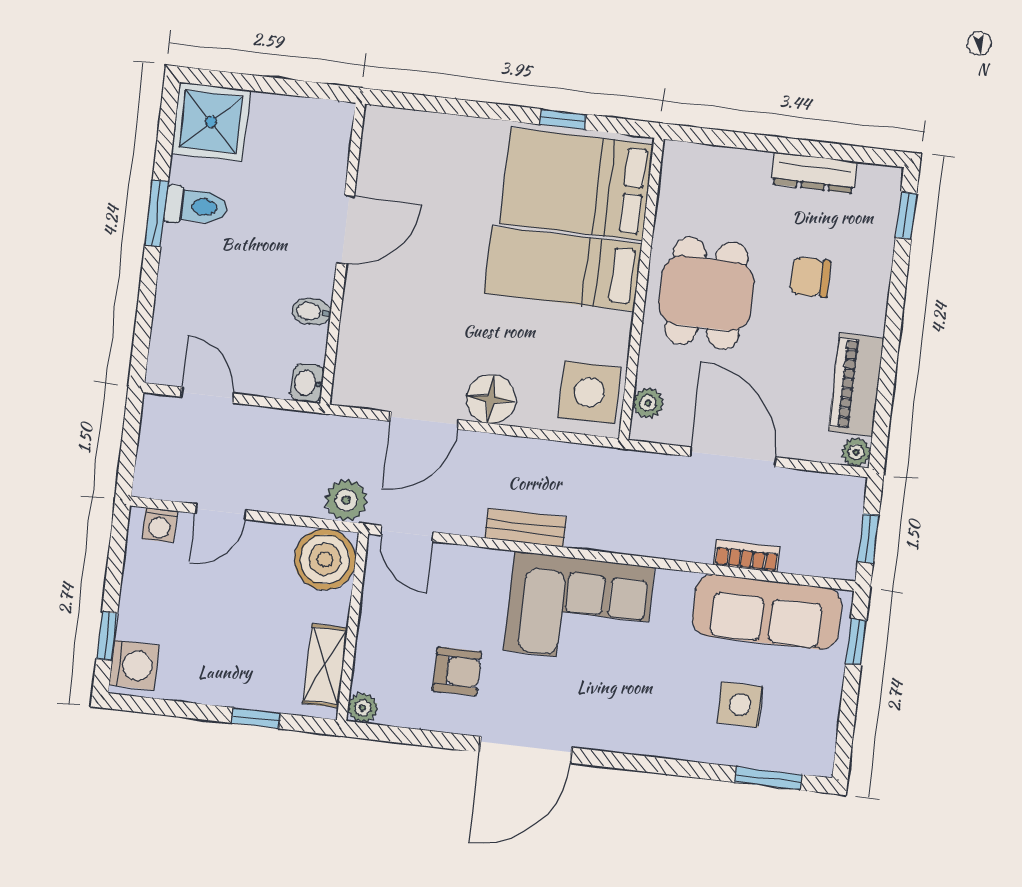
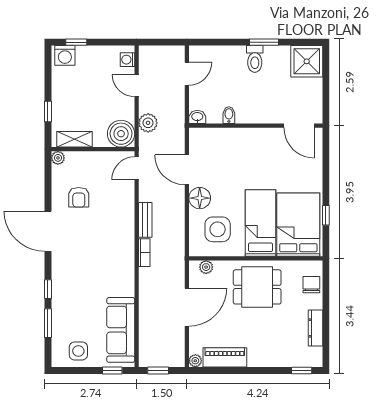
toilet: (196, 206) -> (255, 59), moved
door: (345, 230) -> (299, 126), moved
chair: (810, 277) -> (311, 285), moved
side table: (589, 392) -> (218, 229), moved
plant: (346, 500) -> (148, 123), moved
bookcase: (747, 556) -> (144, 253), moved
corner sofa: (579, 609) -> (112, 247), removed
side table: (740, 705) -> (78, 351), moved
window: (656, 765) -> (48, 289), added
window: (768, 778) -> (48, 323), moved

